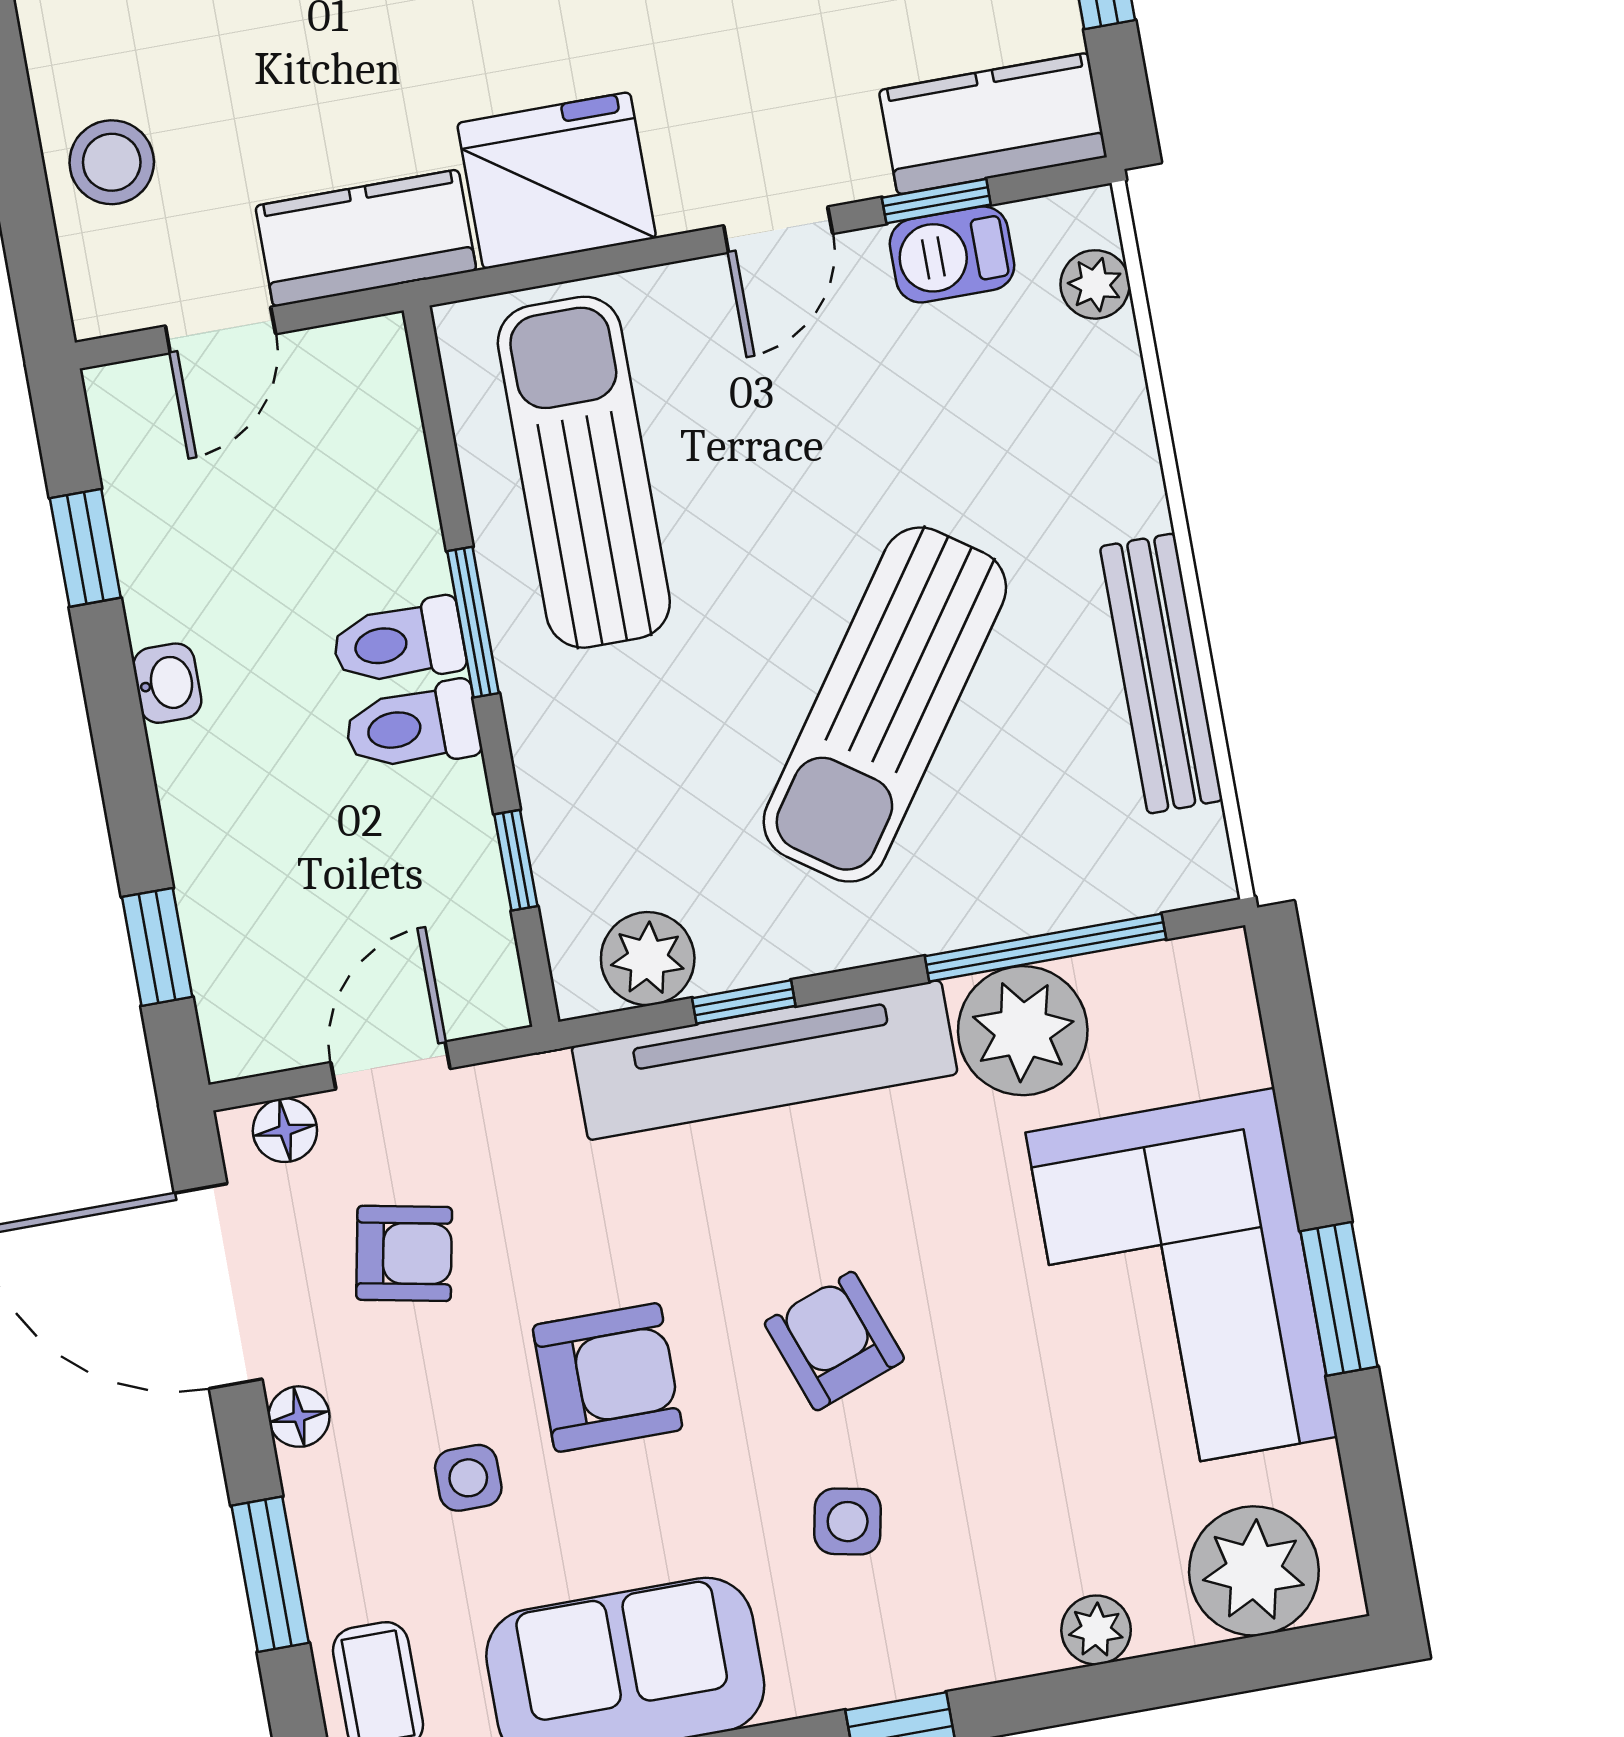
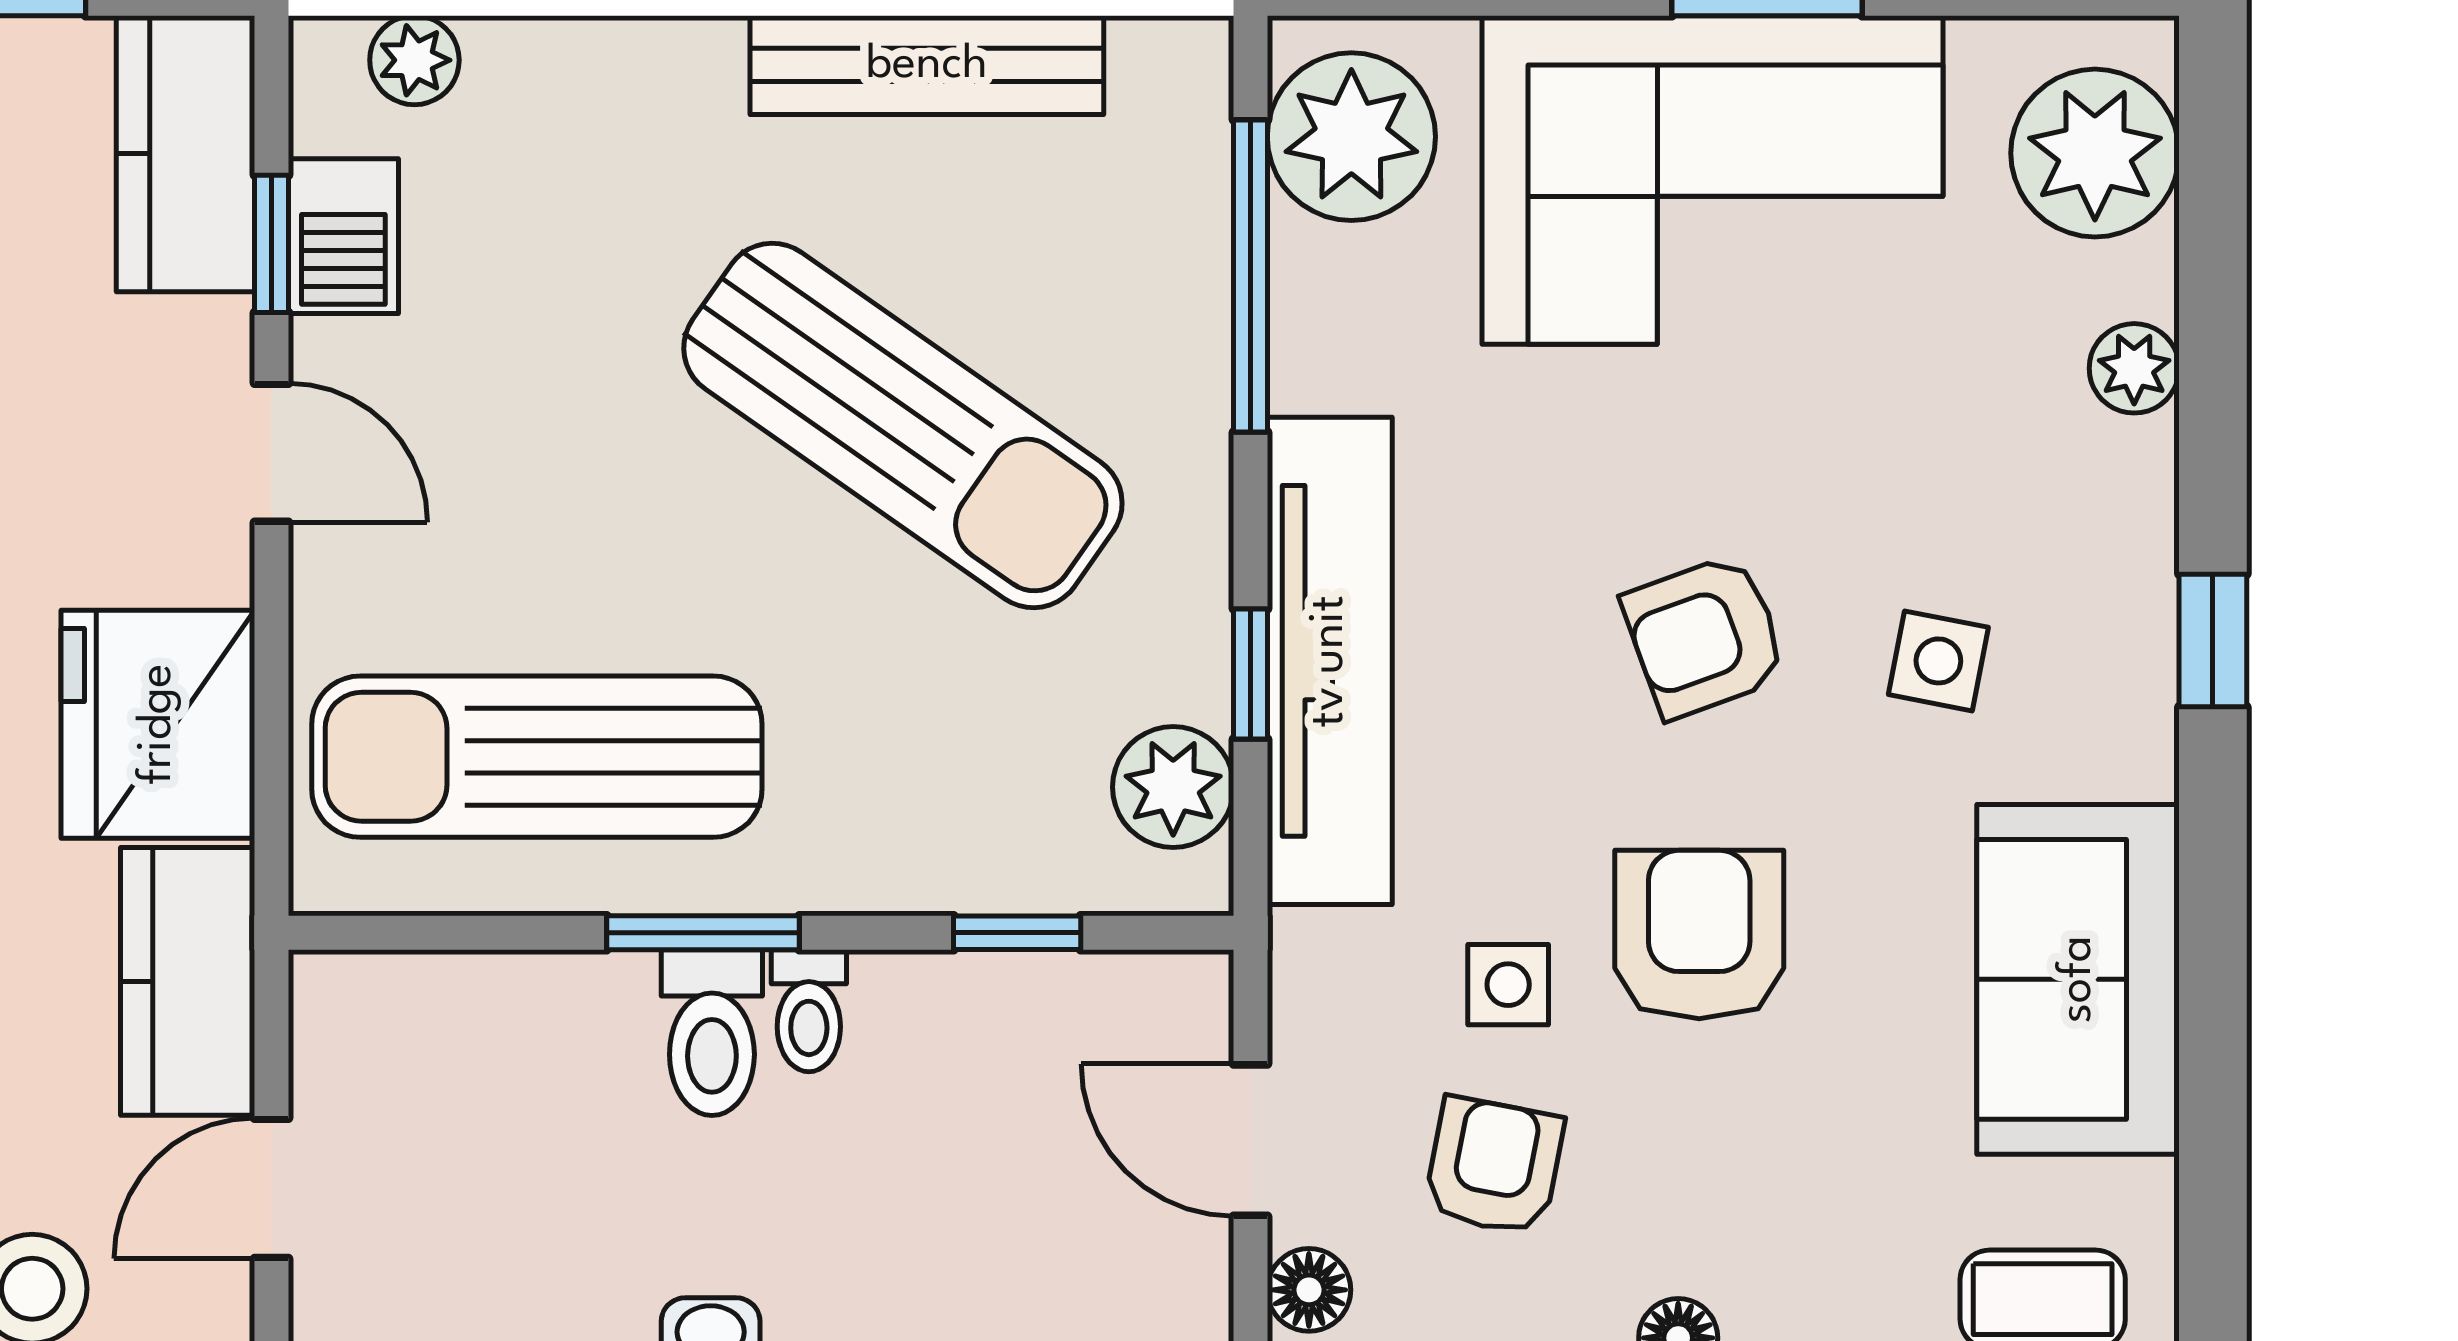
door: (220, 330) -> (271, 1188), swing flipped
toilet: (412, 727) -> (809, 1011), width x0.73, depth x0.72
plant: (1023, 1031) -> (1351, 137), moved
side table: (468, 1478) -> (1508, 985), moved

